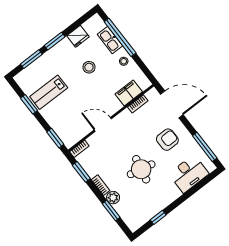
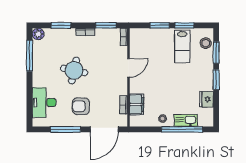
stool: (89, 67) -> (206, 43), moved
lab bench: (49, 92) -> (182, 46), turned 180
window: (55, 138) -> (160, 25), moved
armchair: (167, 140) -> (81, 106), turned 90
window: (205, 147) -> (66, 129), moved
plant: (113, 198) -> (38, 34), moved
window: (158, 217) -> (29, 56), width x2.17

